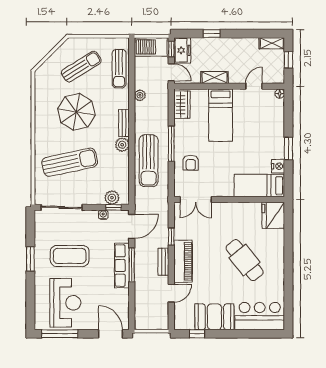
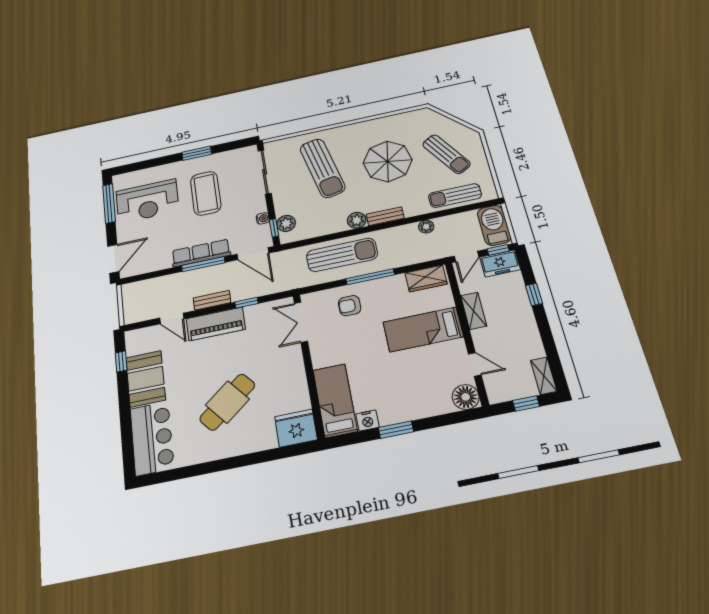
floor lamp: (280, 94) -> (466, 397), width x1.89, depth x1.89
sun lounger: (149, 161) -> (342, 255), turned 180

